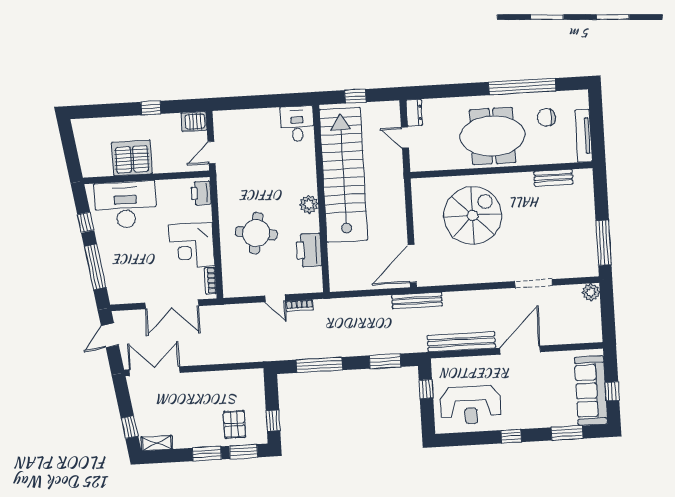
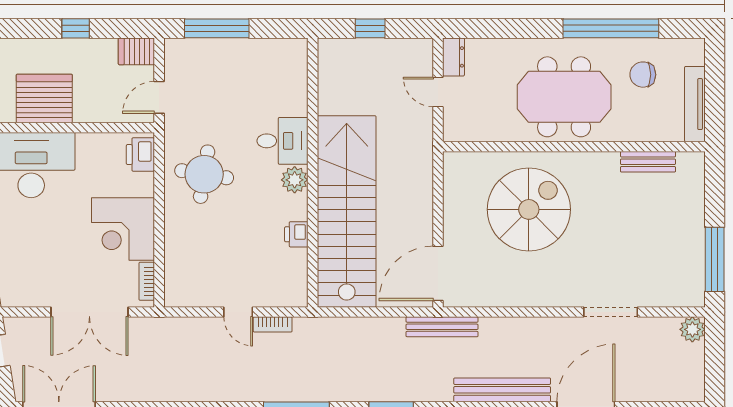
window: (249, 102) -> (217, 28), added
desk: (297, 124) -> (283, 141), moved, turned 90
stairs: (343, 175) -> (347, 211), moved
round table: (256, 233) -> (204, 174), moved
printer: (309, 250) -> (296, 234), width x0.53, depth x0.68

